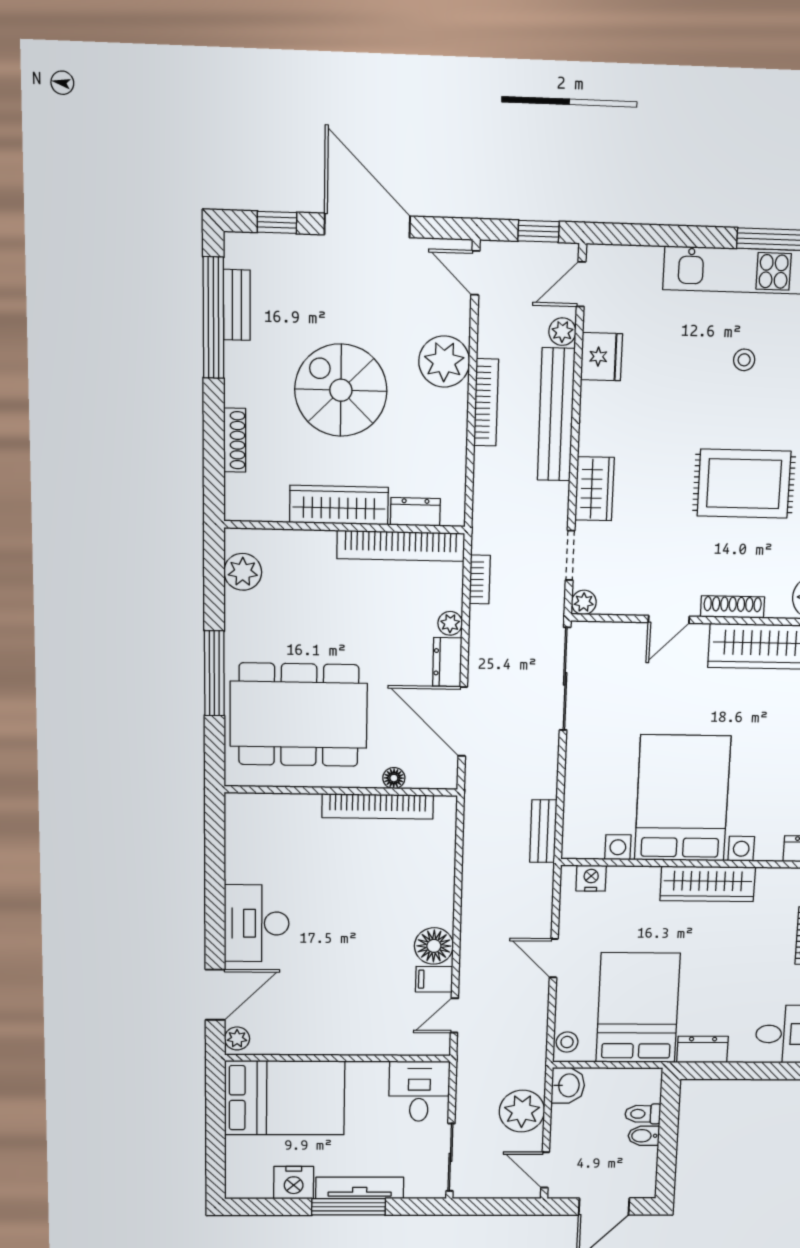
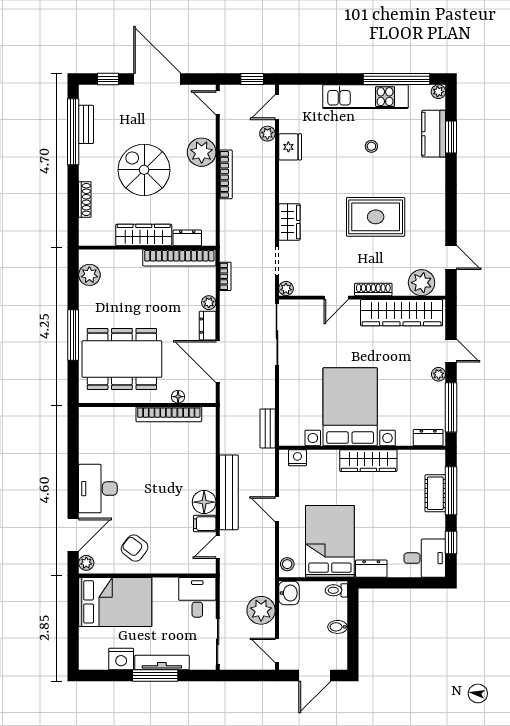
bench: (556, 415) -> (229, 492), moved
armchair: (317, 1016) -> (135, 548), added
toilet: (643, 1114) -> (336, 590), moved

